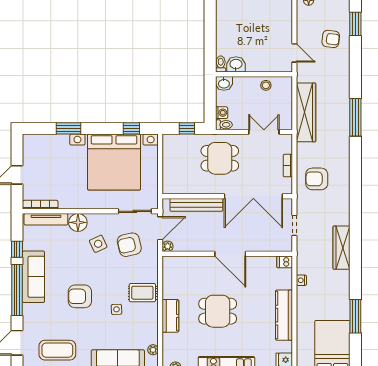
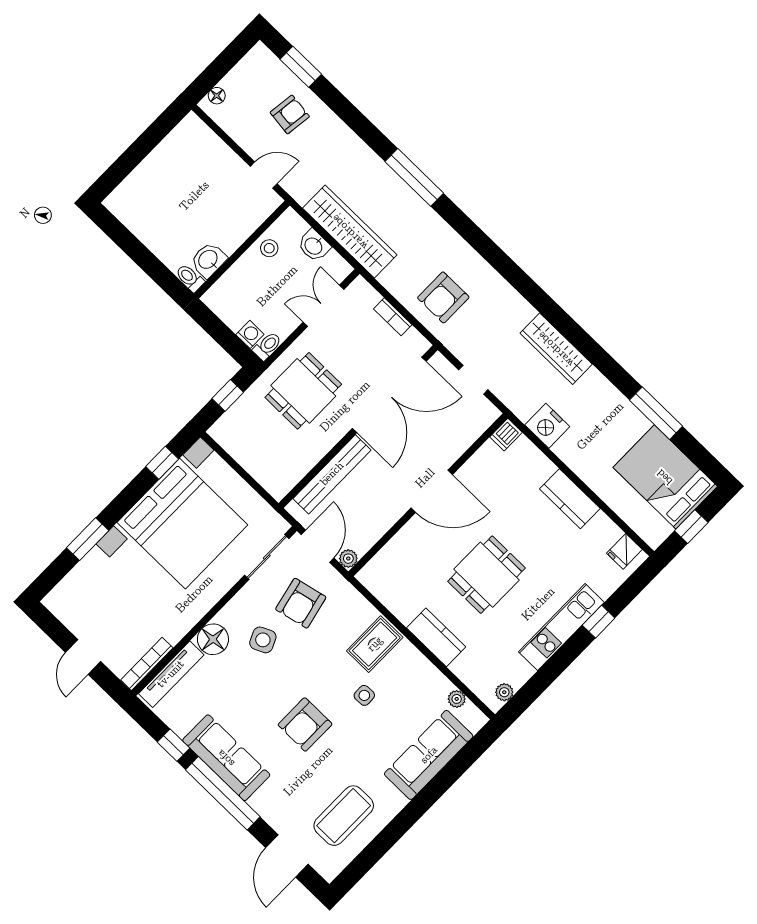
washbasin: (224, 83) -> (314, 246), moved, turned 90
nightstand: (301, 280) -> (547, 426), width x1.89, depth x1.79
kitchen counter: (284, 315) -> (570, 499), width x0.67

